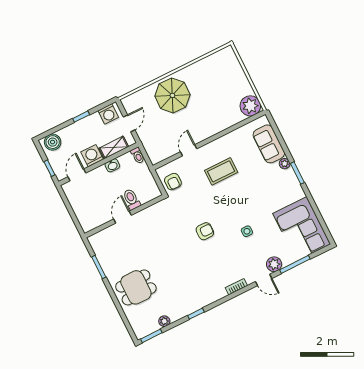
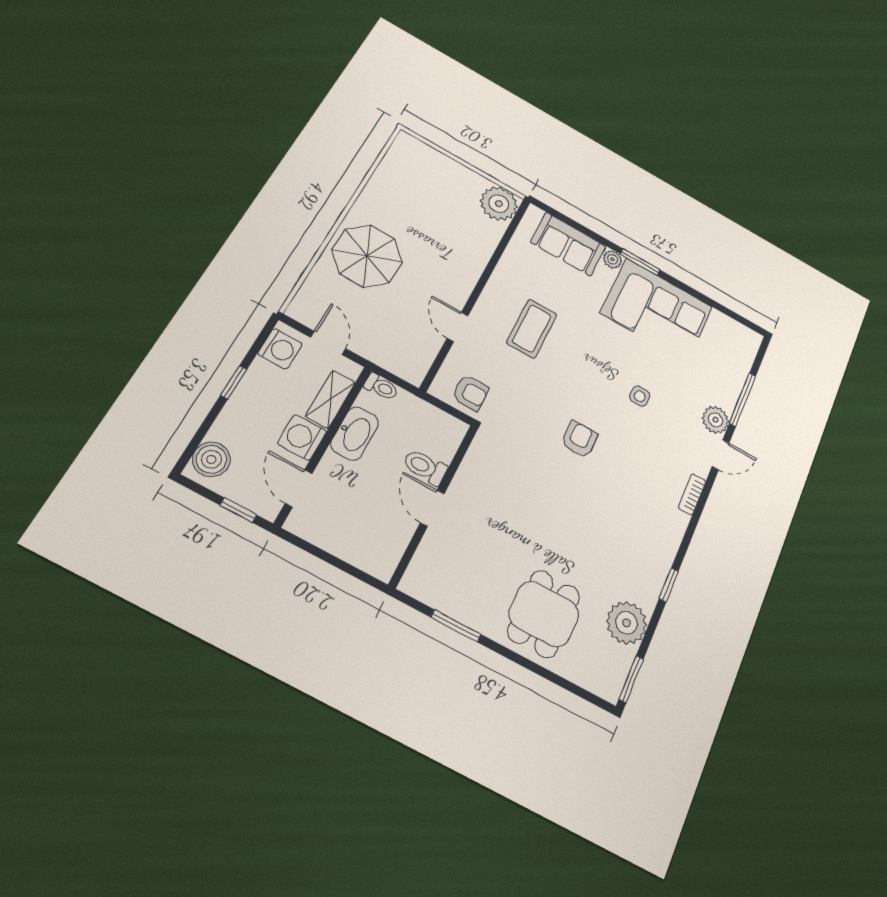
washbasin: (112, 165) -> (355, 433), width x1.91, depth x1.45
corner sofa: (302, 229) -> (657, 310), moved
plant: (164, 321) -> (627, 623), width x1.88, depth x1.88

